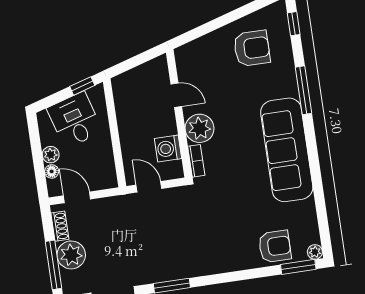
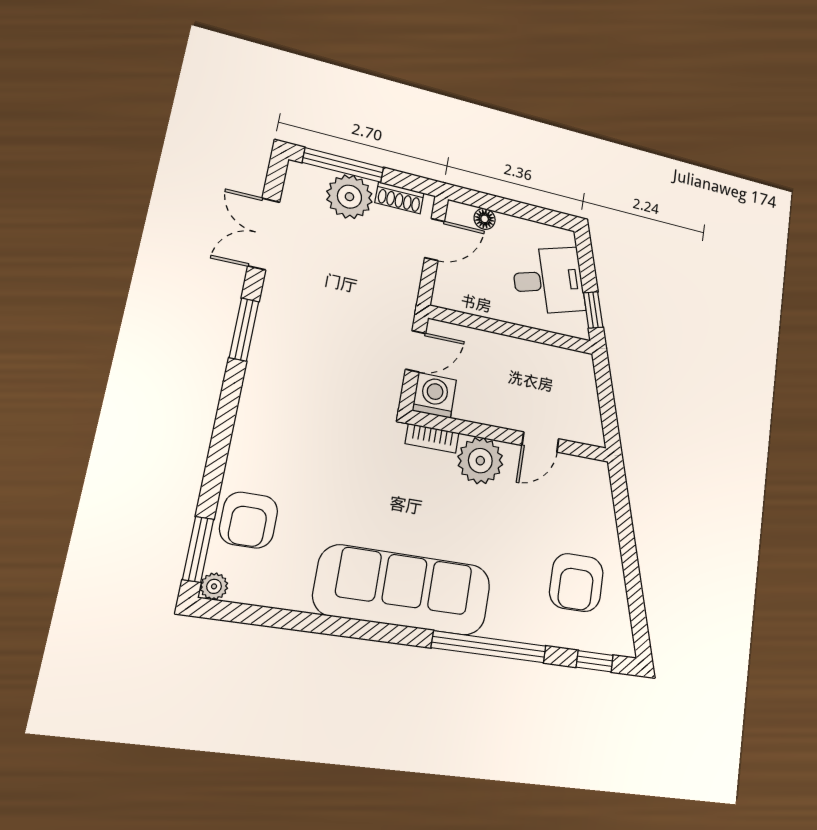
window: (303, 90) -> (489, 647), width x1.46
washing machine: (168, 149) -> (434, 395), moved
plant: (51, 155) -> (509, 227), removed

